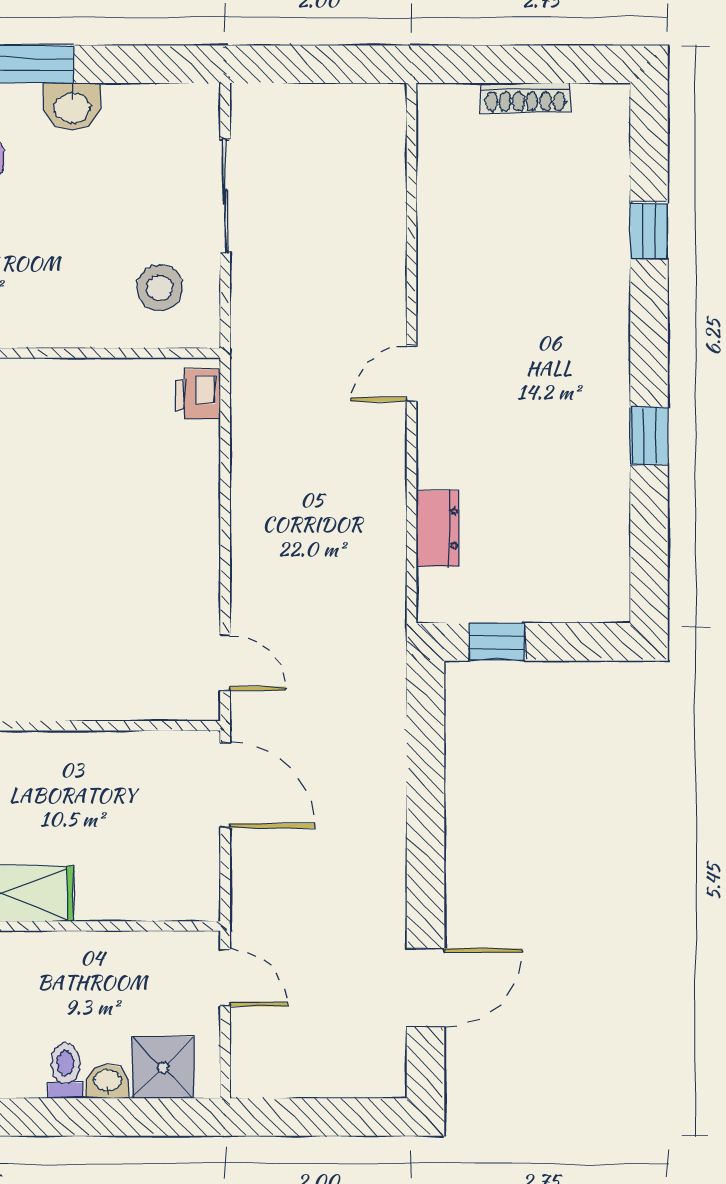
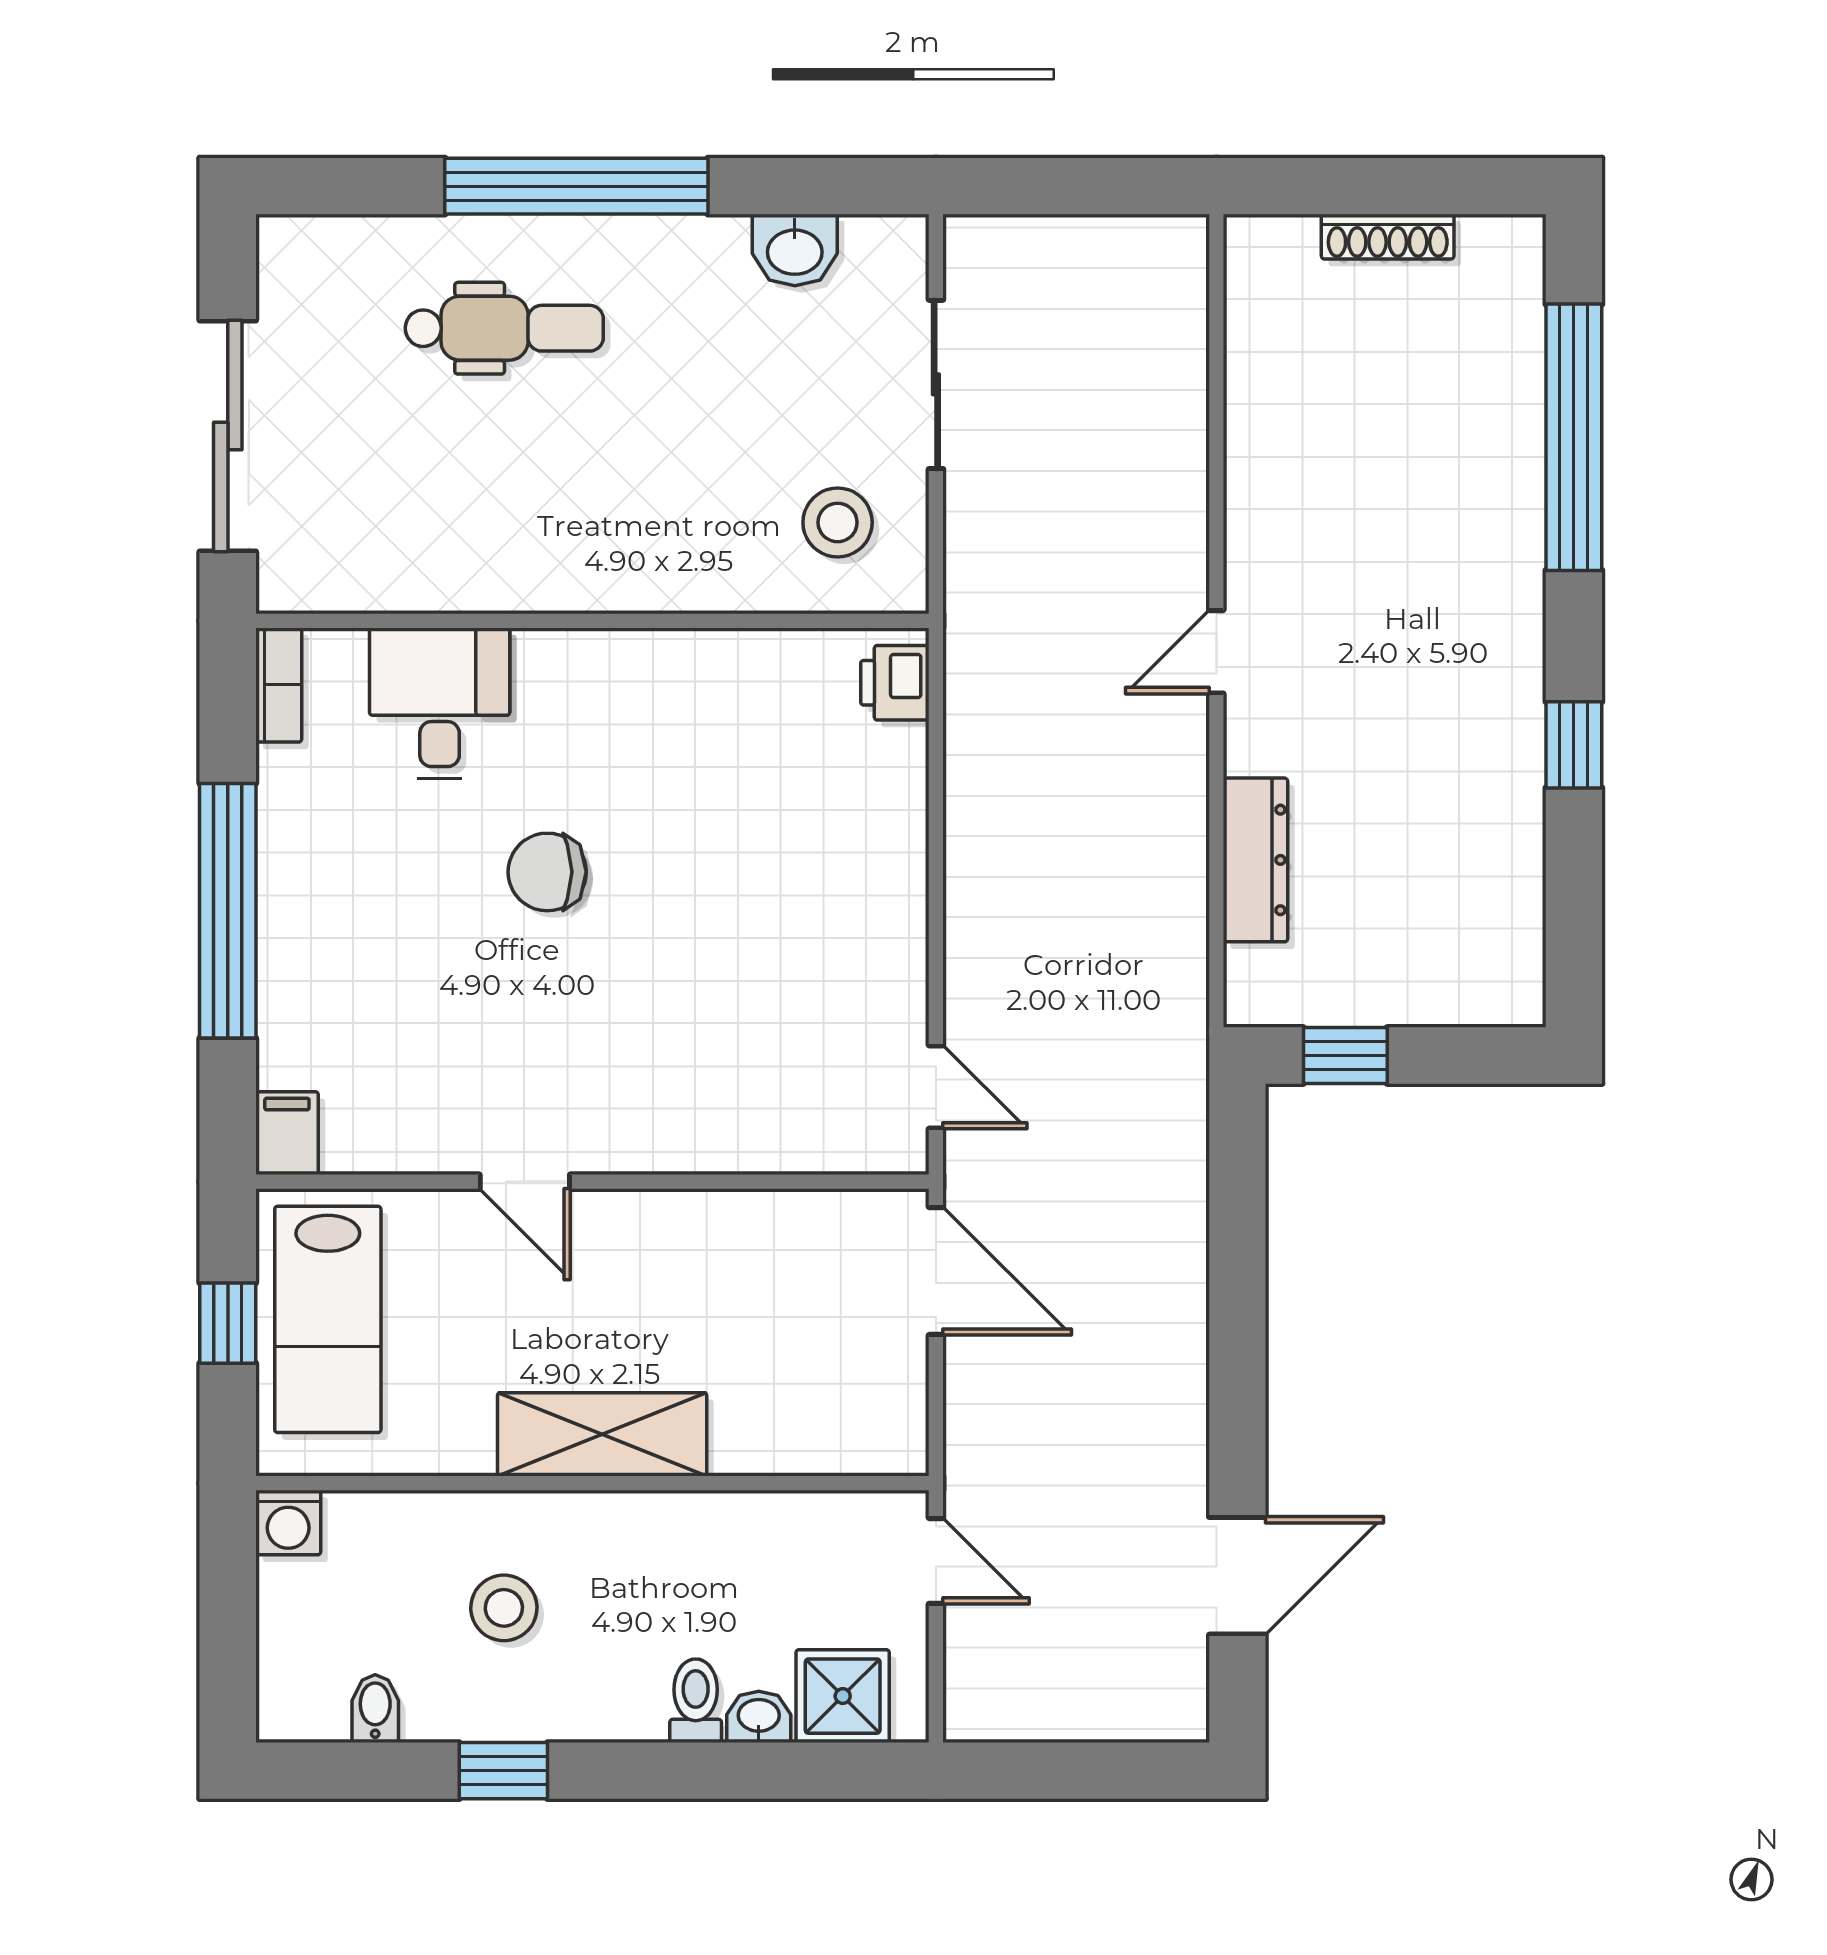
washbasin: (72, 107) -> (795, 250), moved
window: (649, 231) -> (1574, 437), width x3.17
dresser: (437, 529) -> (1255, 860), width x1.44

